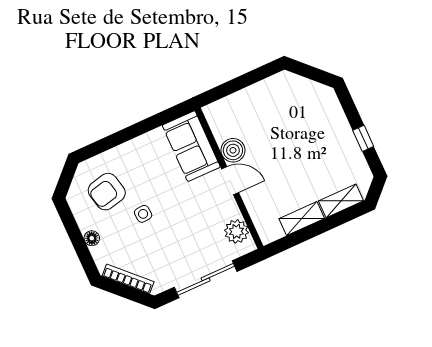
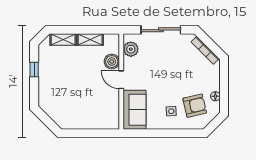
boiler: (233, 150) -> (112, 62), moved
side table: (143, 214) -> (171, 111), moved
floor lamp: (92, 238) -> (215, 96), moved

